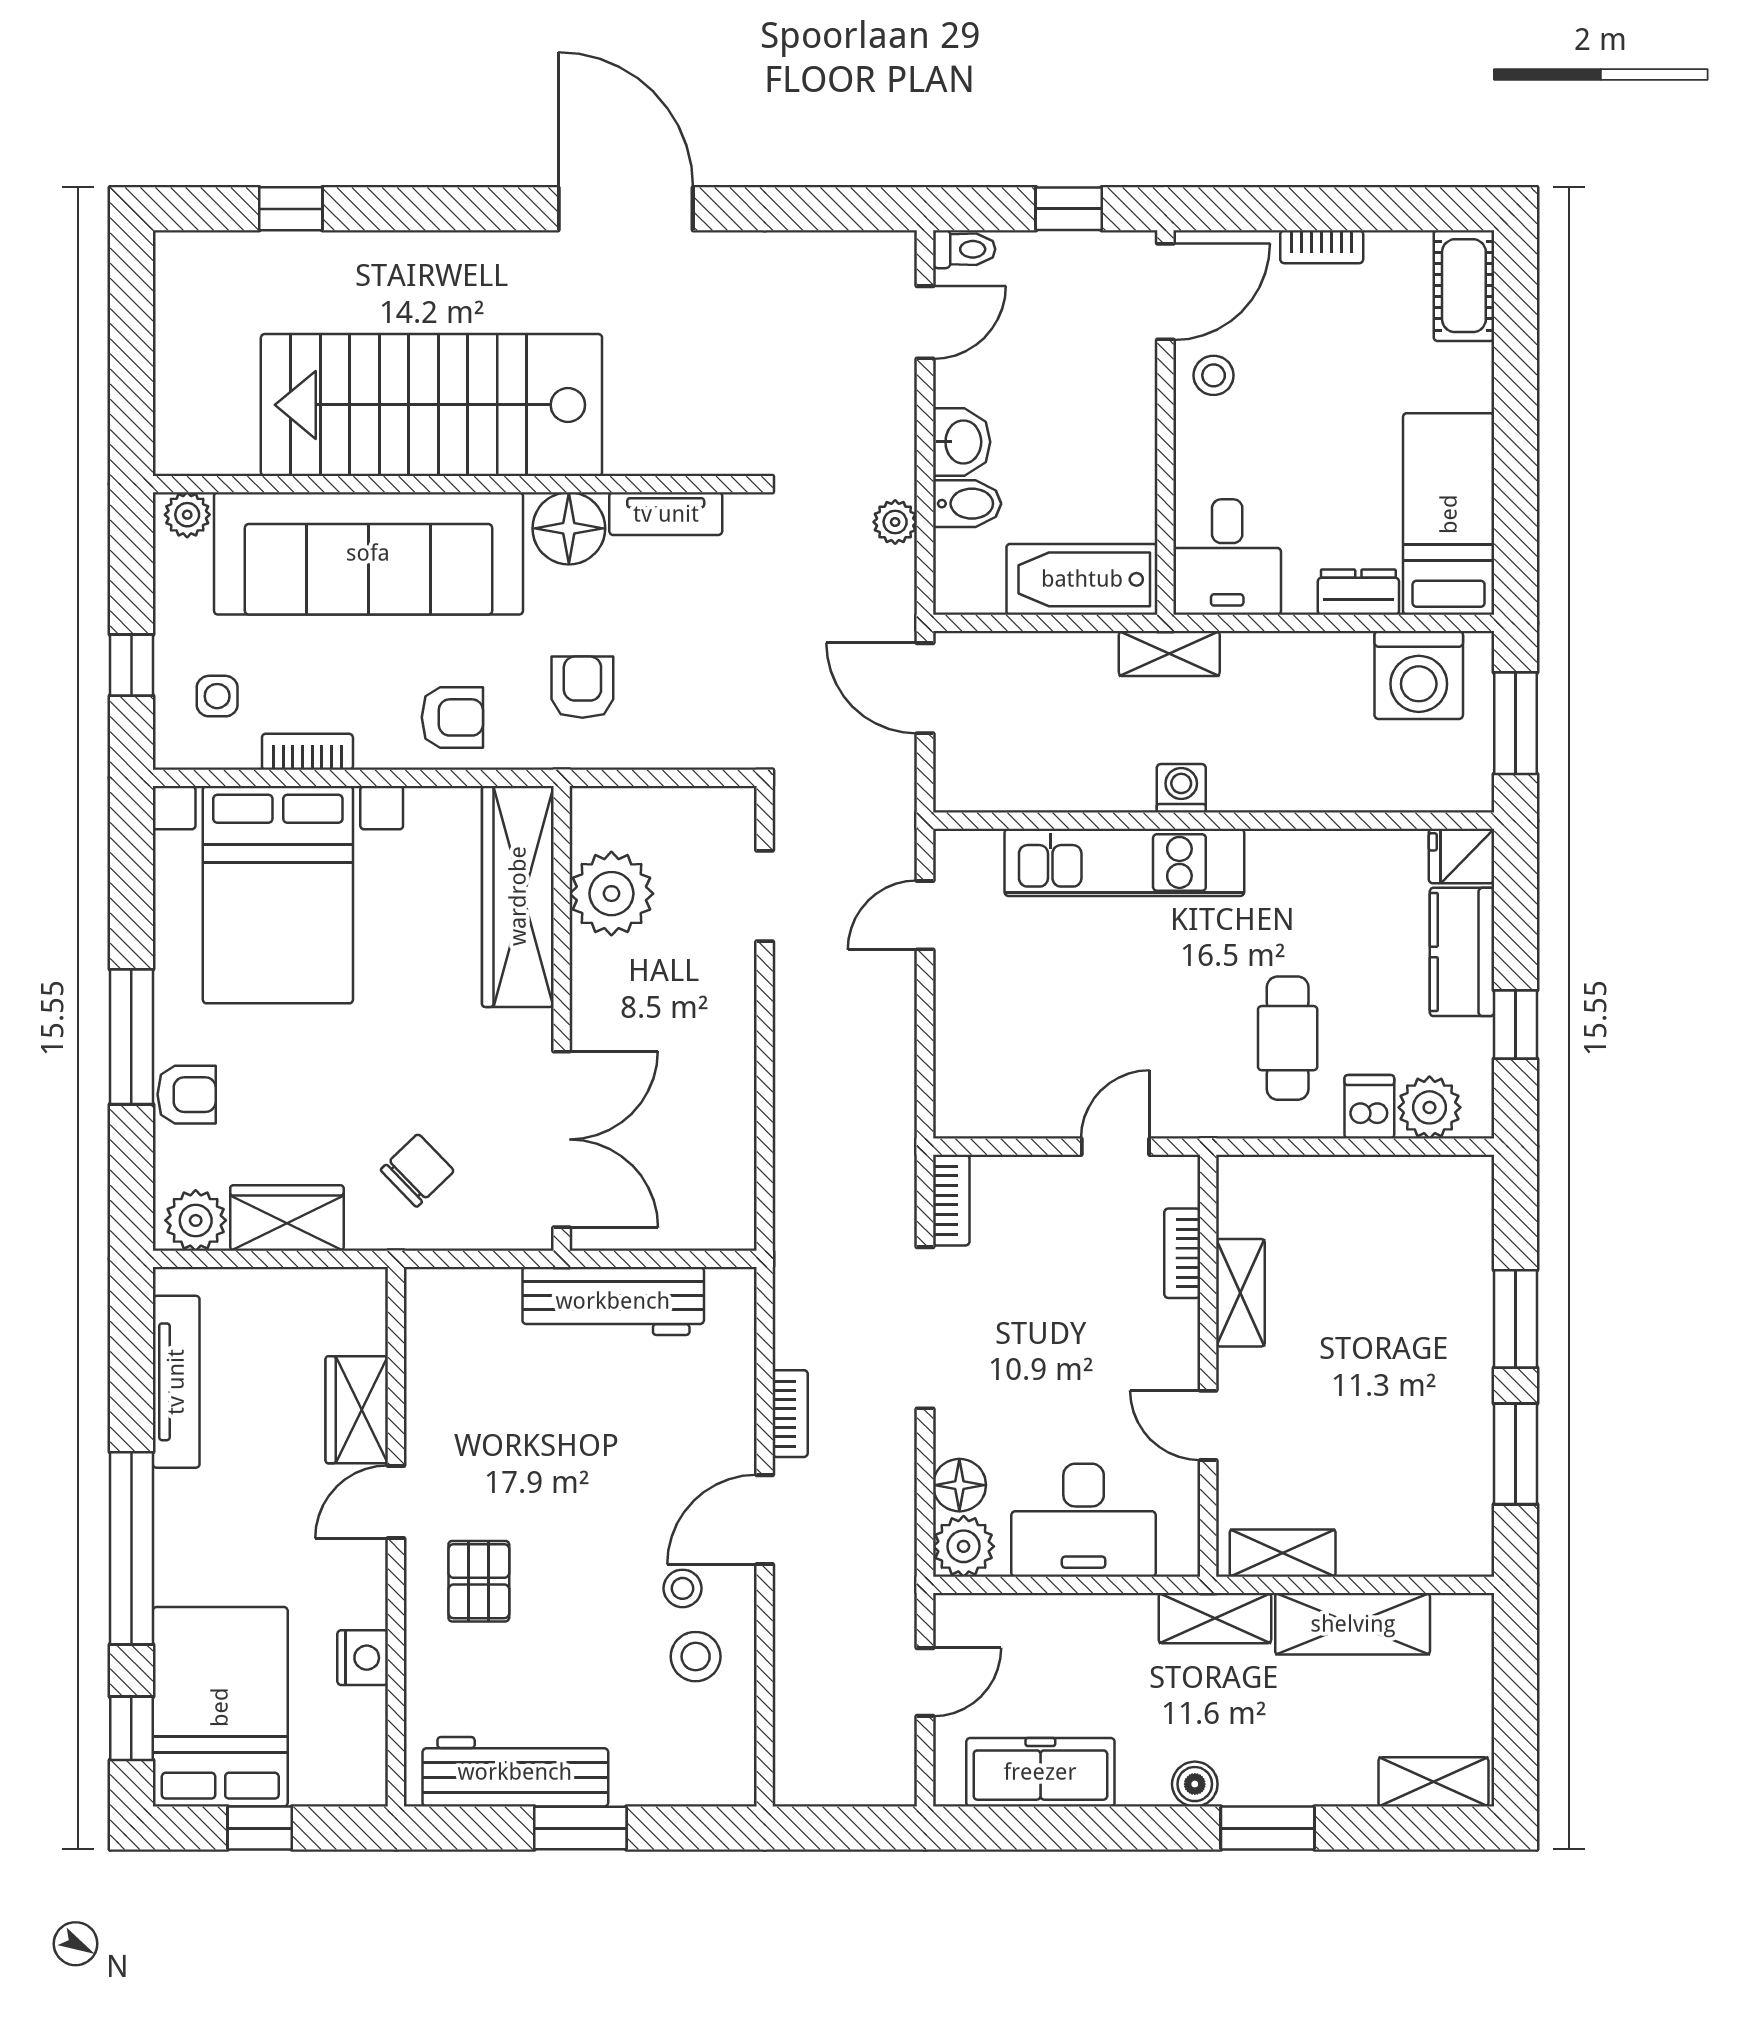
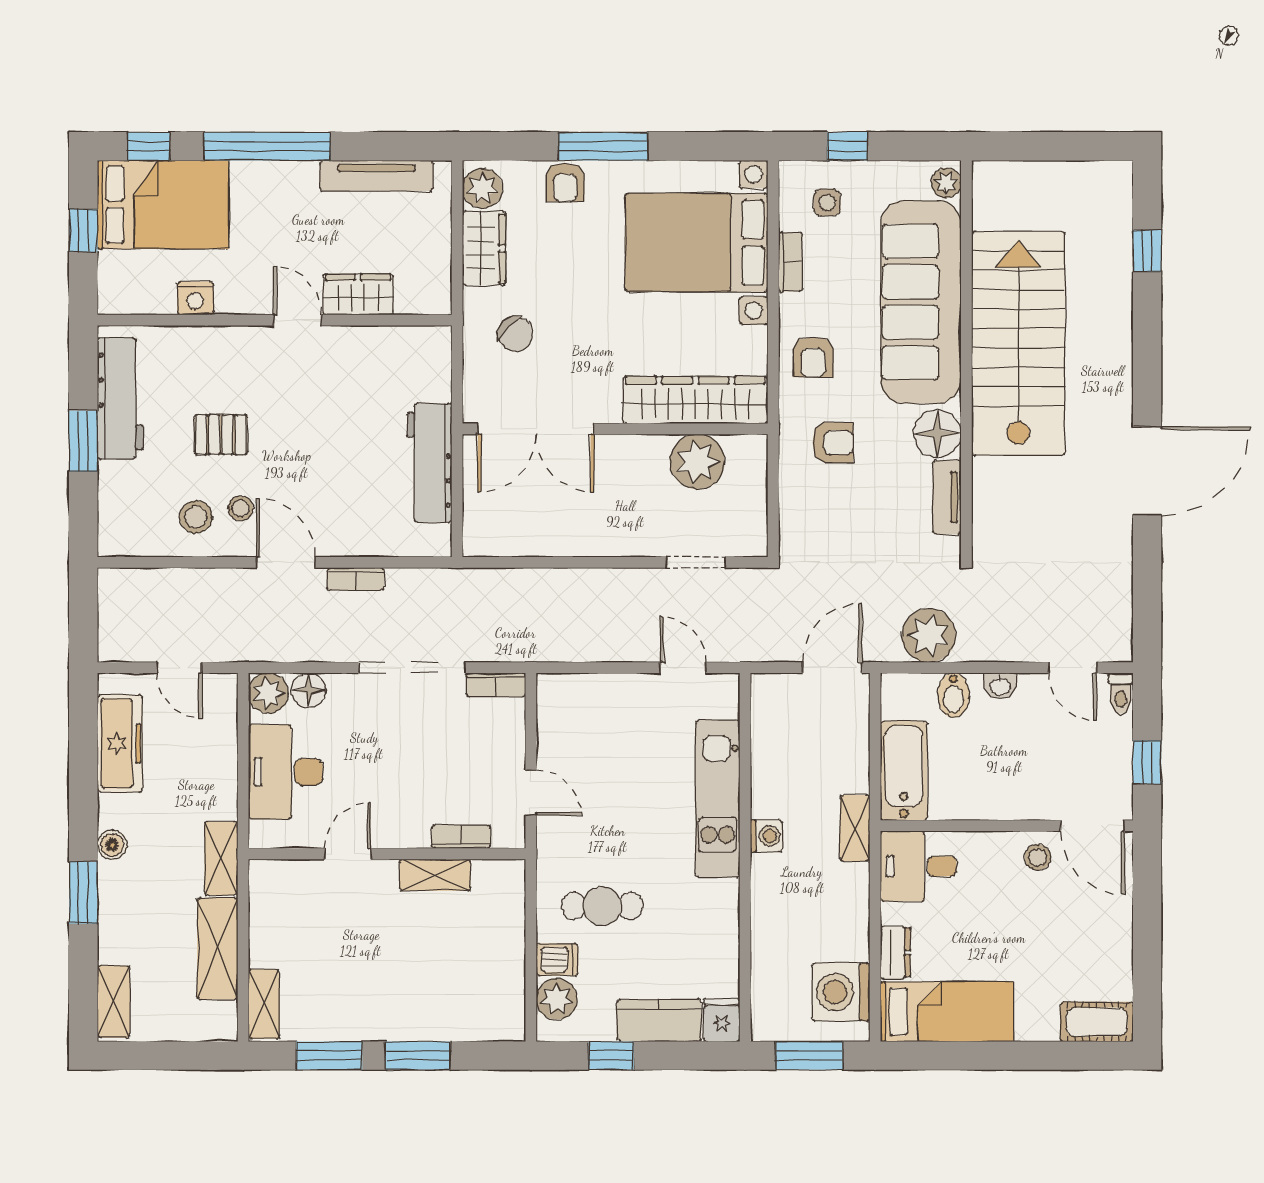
bookcase: (1322, 247) -> (1122, 928), removed
washbasin: (962, 442) -> (1000, 686), width x0.72, depth x0.69
plant: (895, 522) -> (929, 635), width x1.88, depth x1.88
shelving: (1283, 1553) -> (264, 1004), moved
pallet: (479, 1581) -> (221, 435), moved

